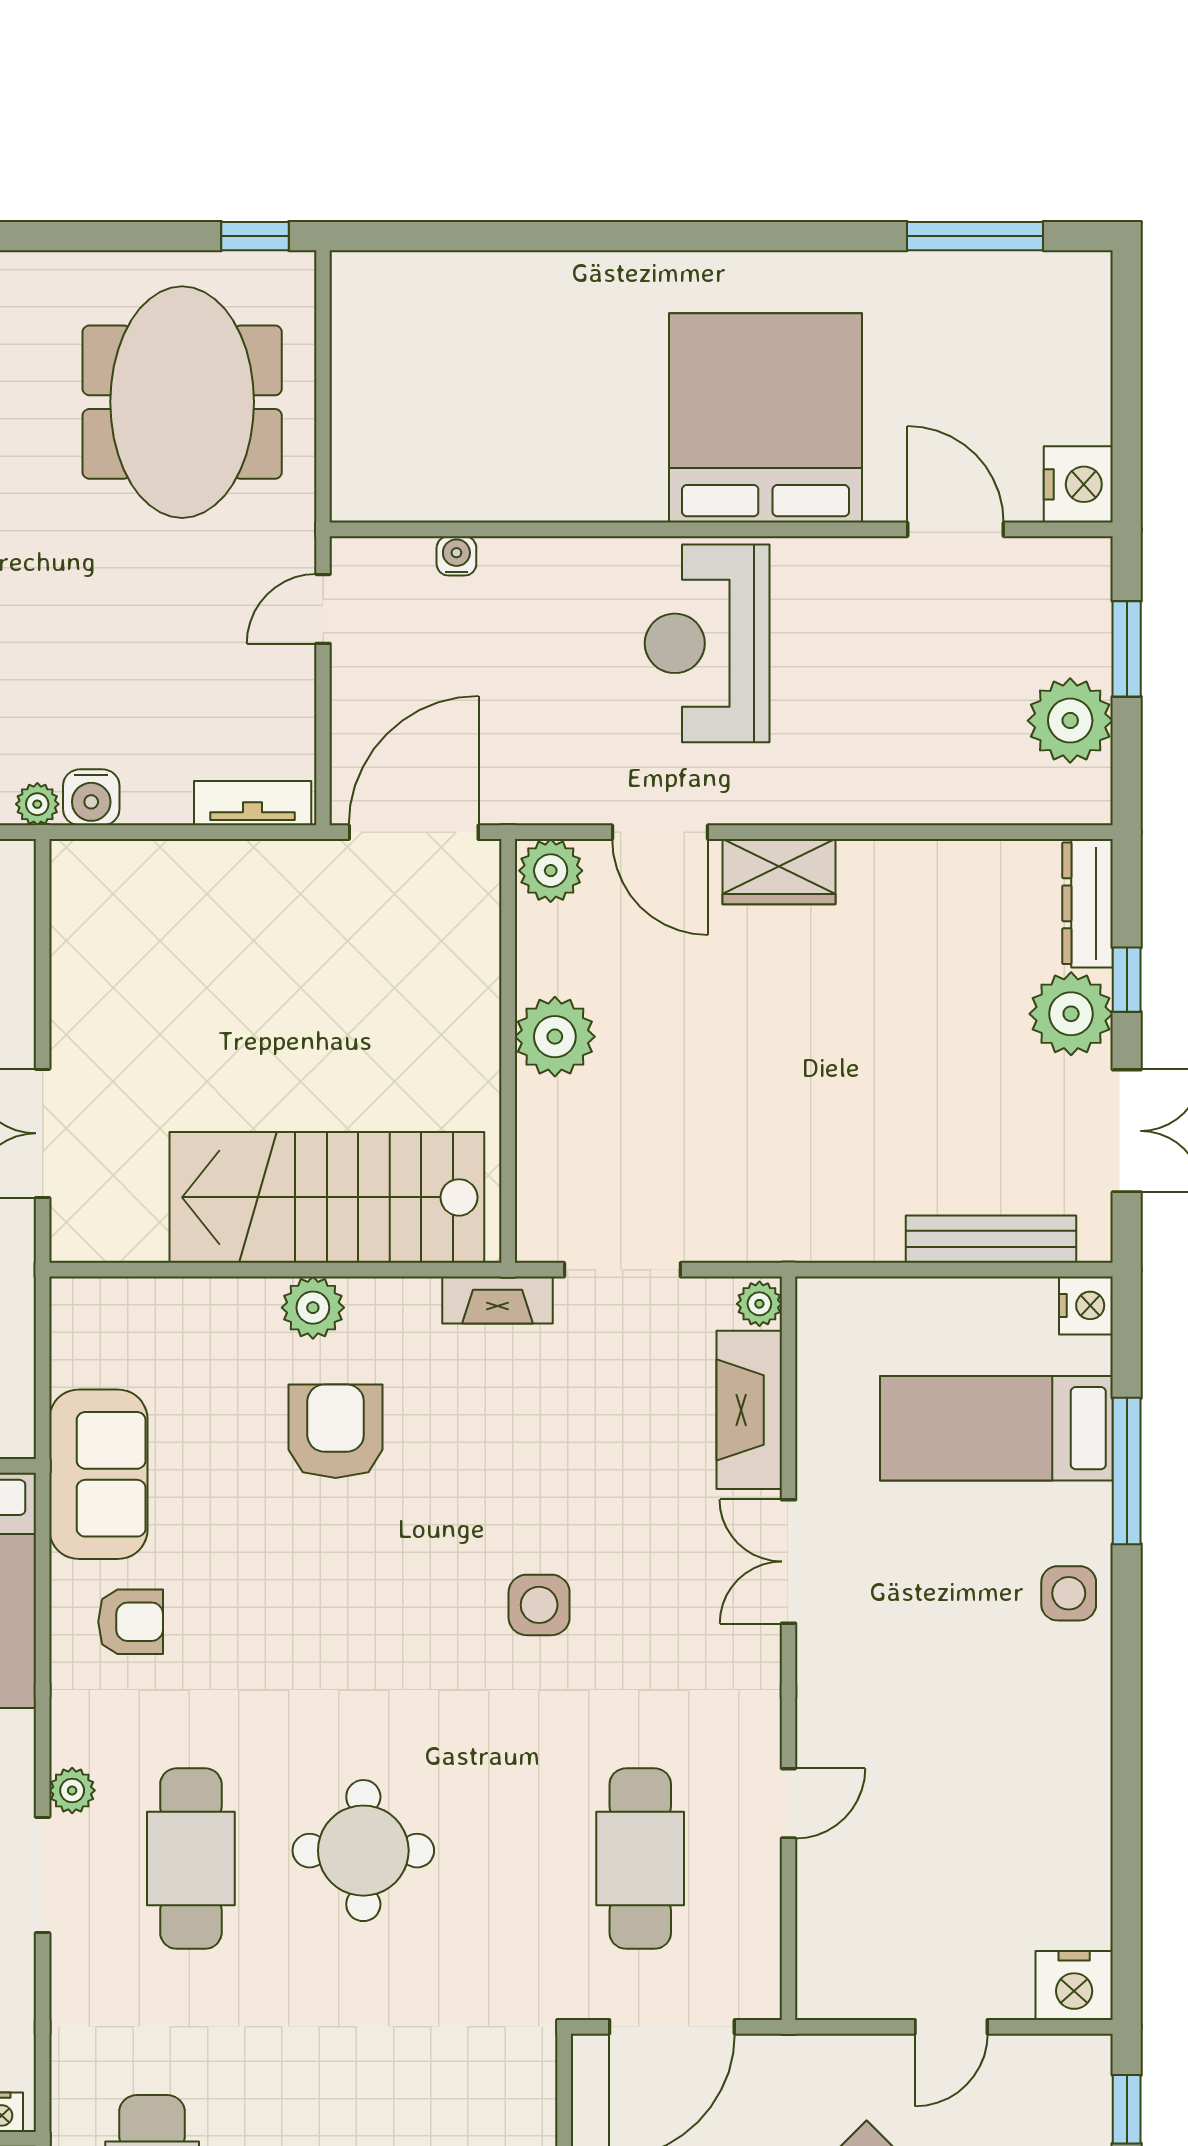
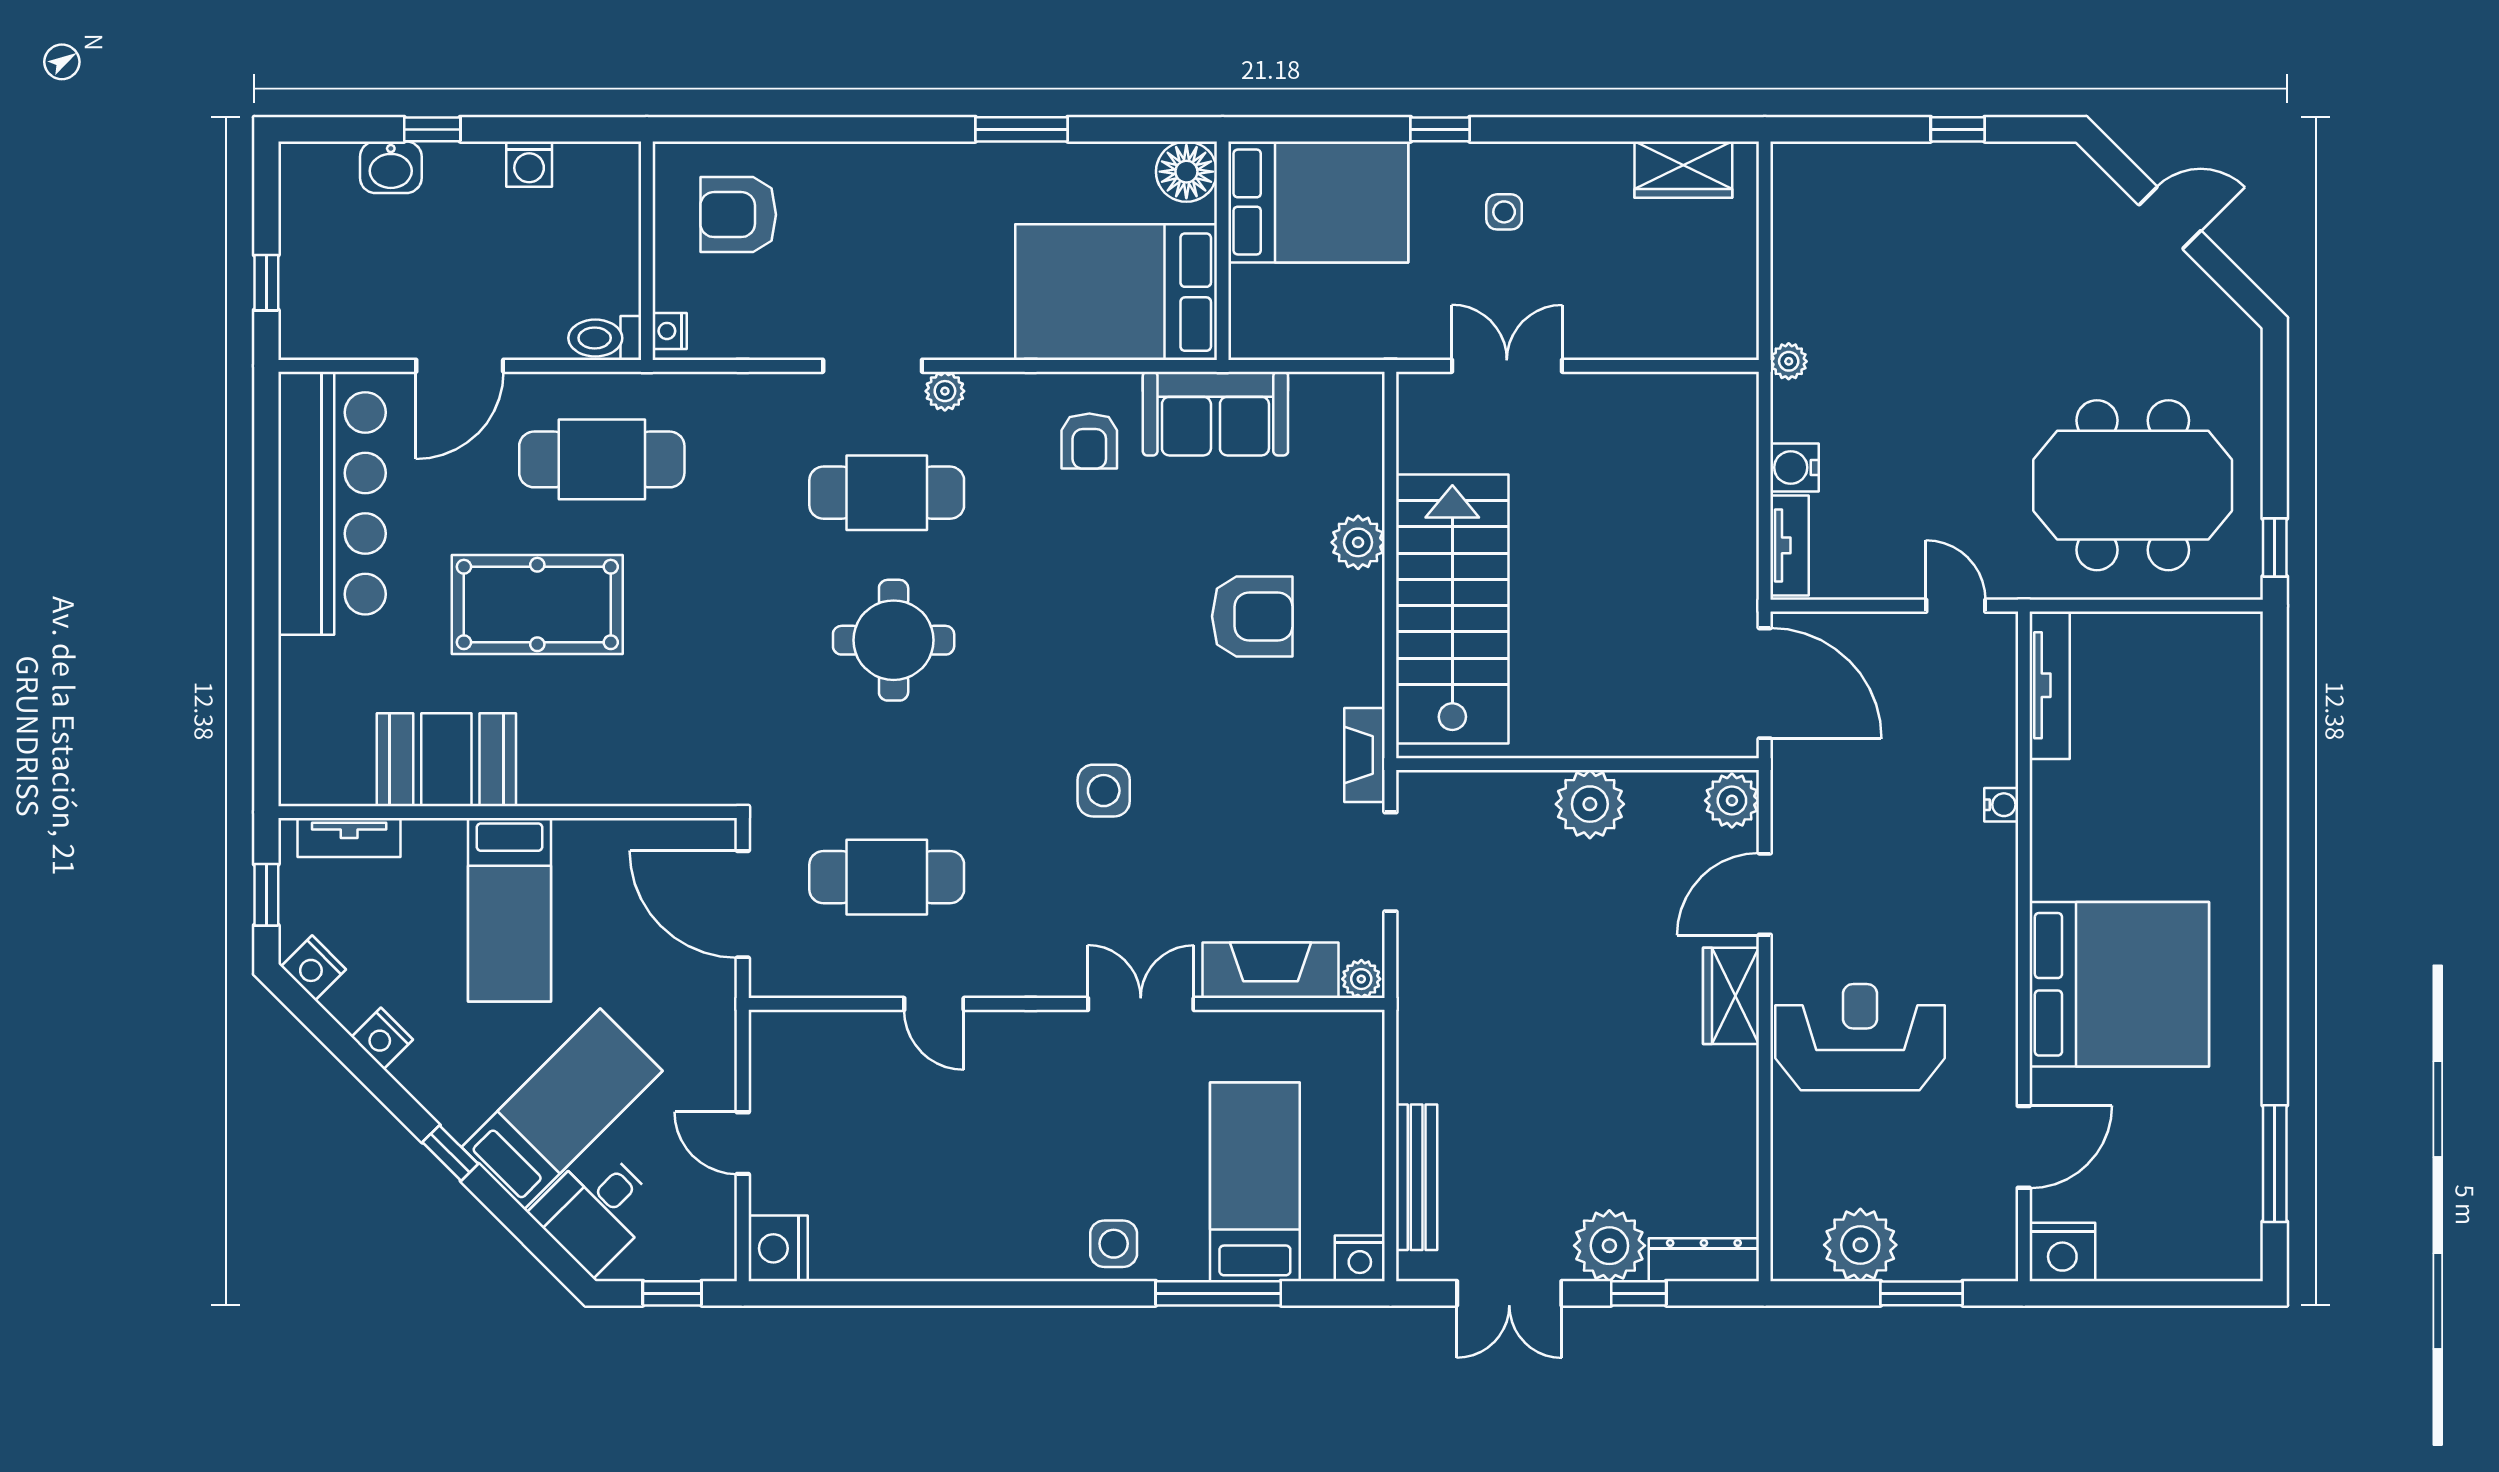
tv unit: (416, 499) -> (2050, 685), added
water cooler: (456, 556) -> (2001, 805), moved
reception desk: (707, 643) -> (1860, 1037), moved
water cooler: (91, 797) -> (1795, 467), moved
plant: (313, 1308) -> (1358, 542), moved

